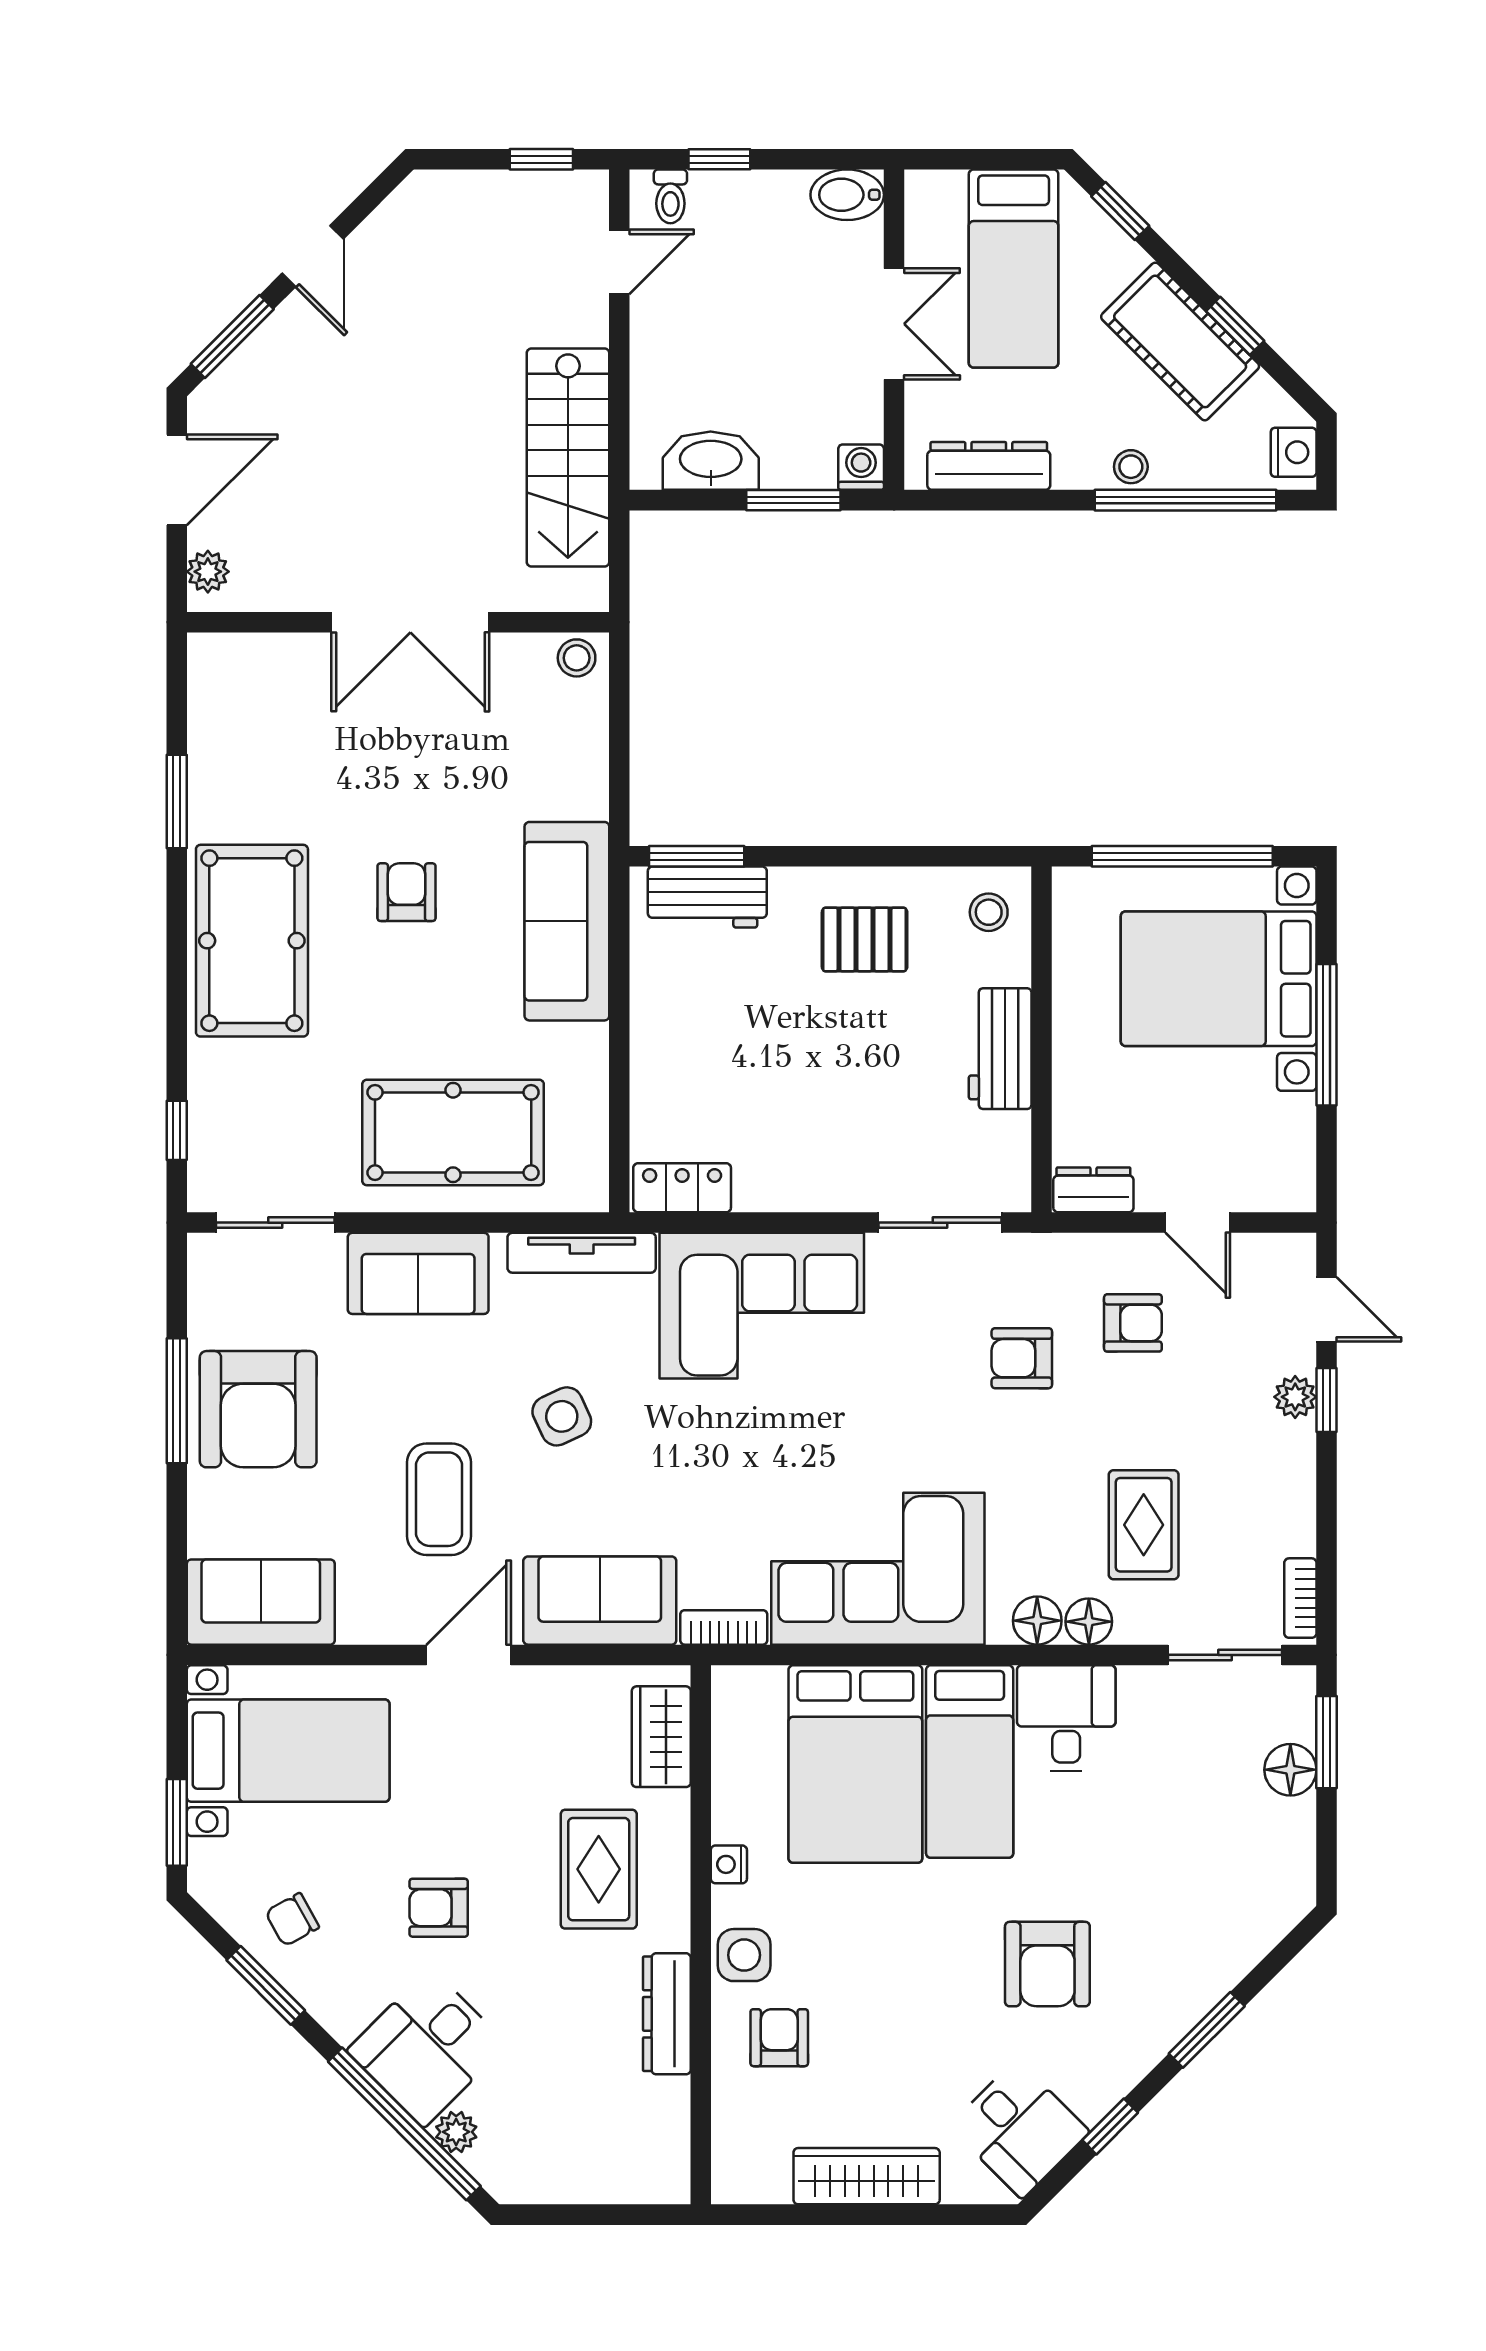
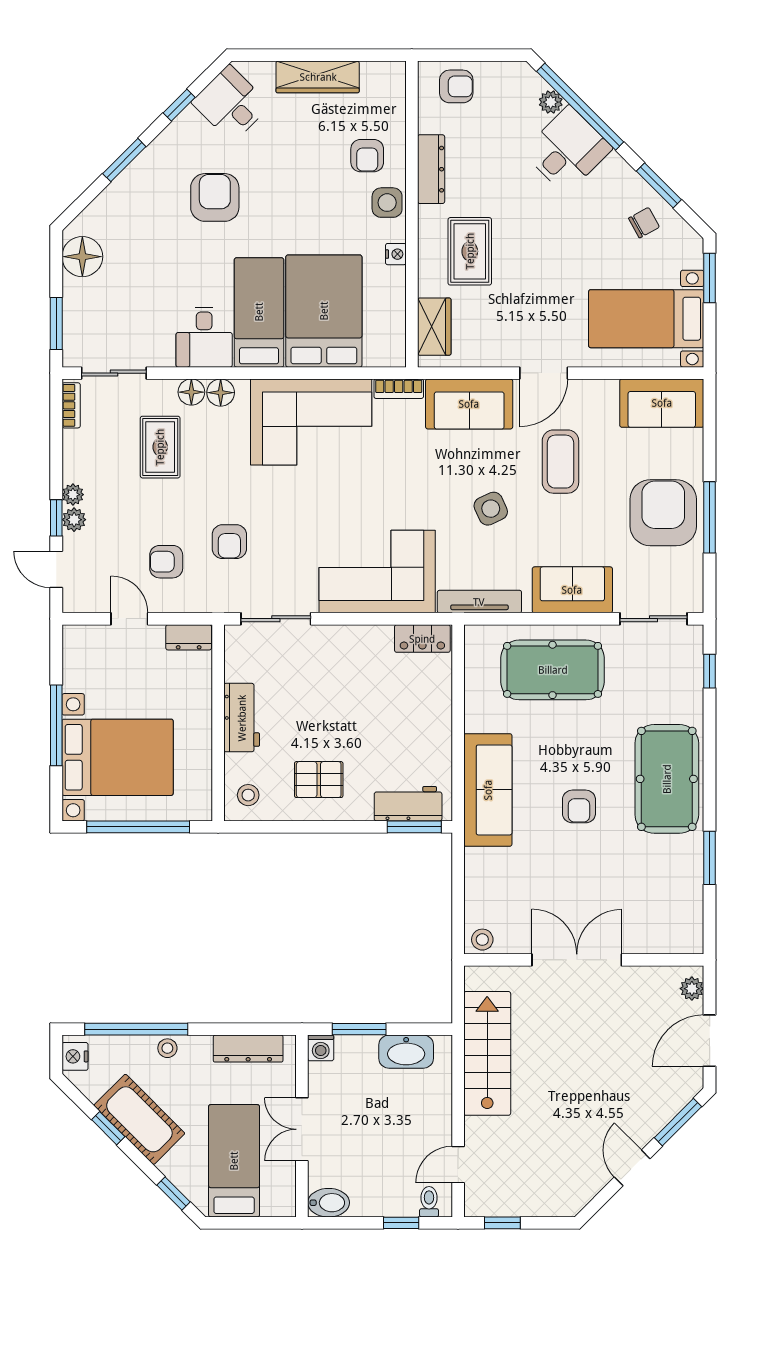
armchair: (1022, 1358) -> (229, 542), turned 90
plant: (1297, 1441) -> (73, 495), added
floor lamp: (1290, 1770) -> (82, 257), moved, width x1.38, depth x1.38
armchair: (439, 1908) -> (456, 86), moved

